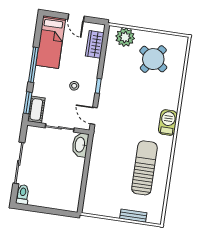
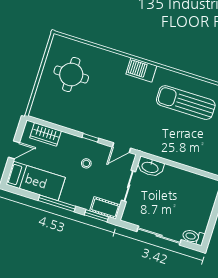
plant: (125, 37) -> (43, 101), removed
round table: (153, 59) -> (71, 75), turned -35

